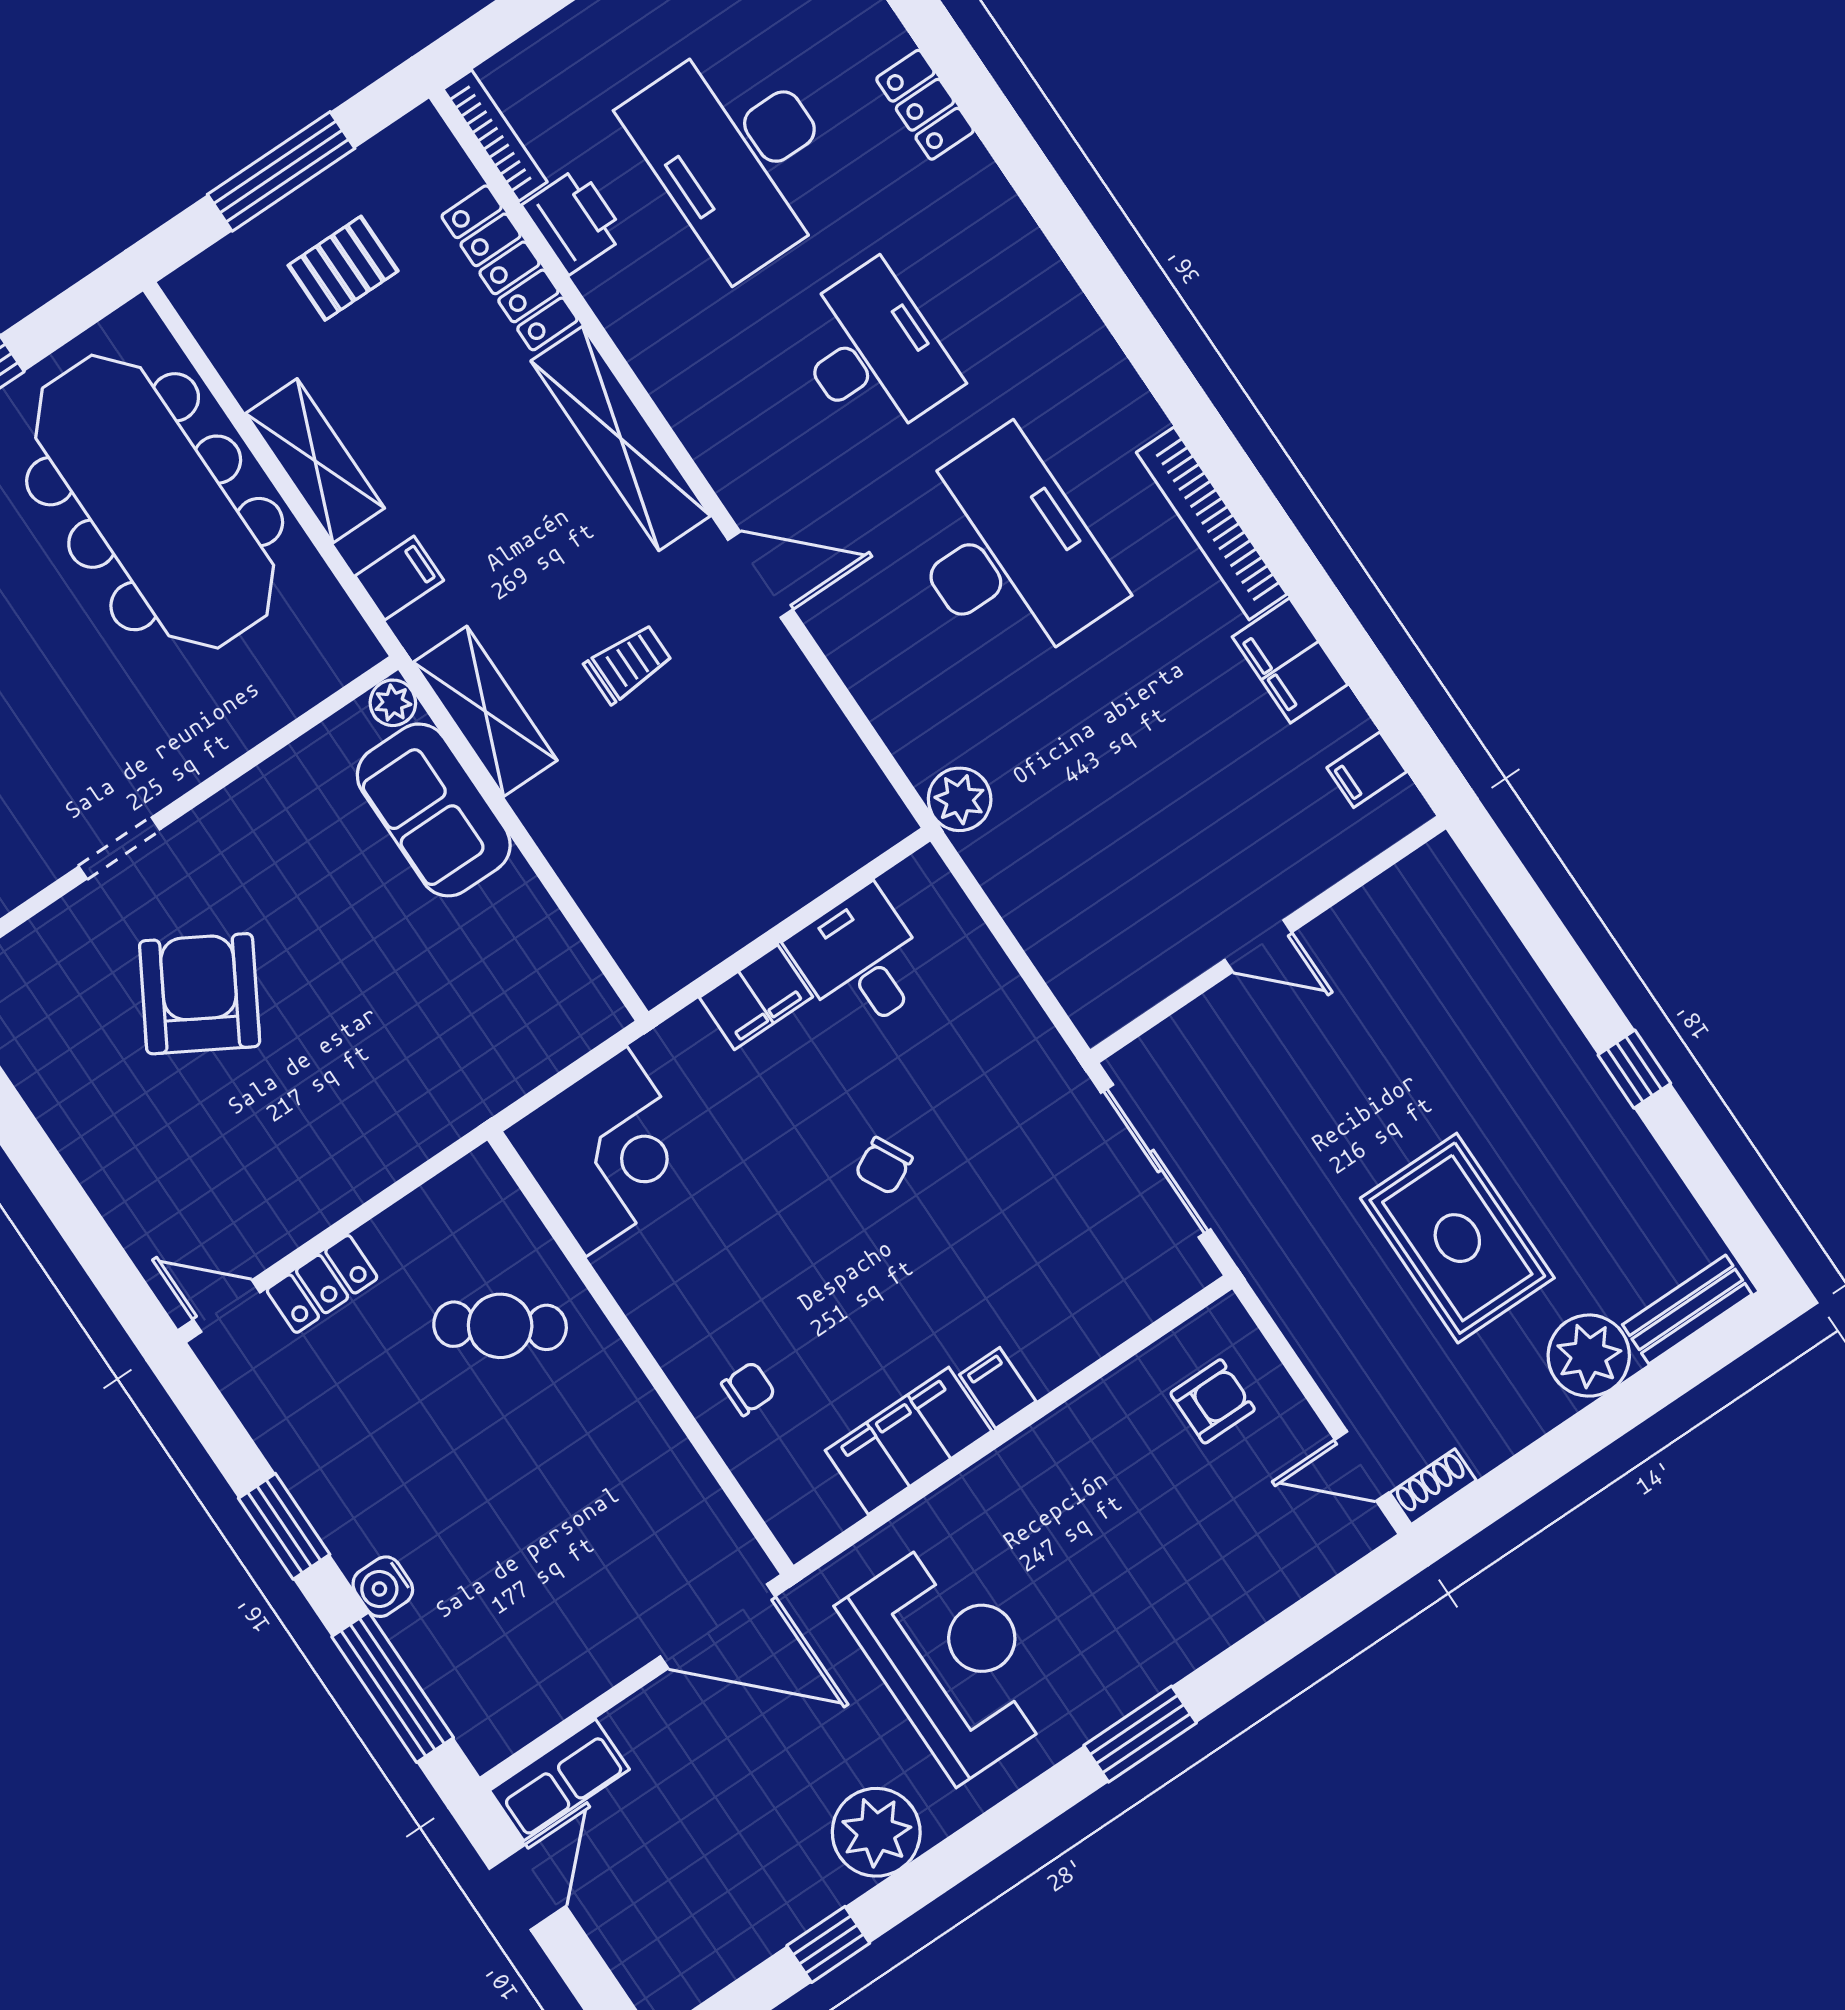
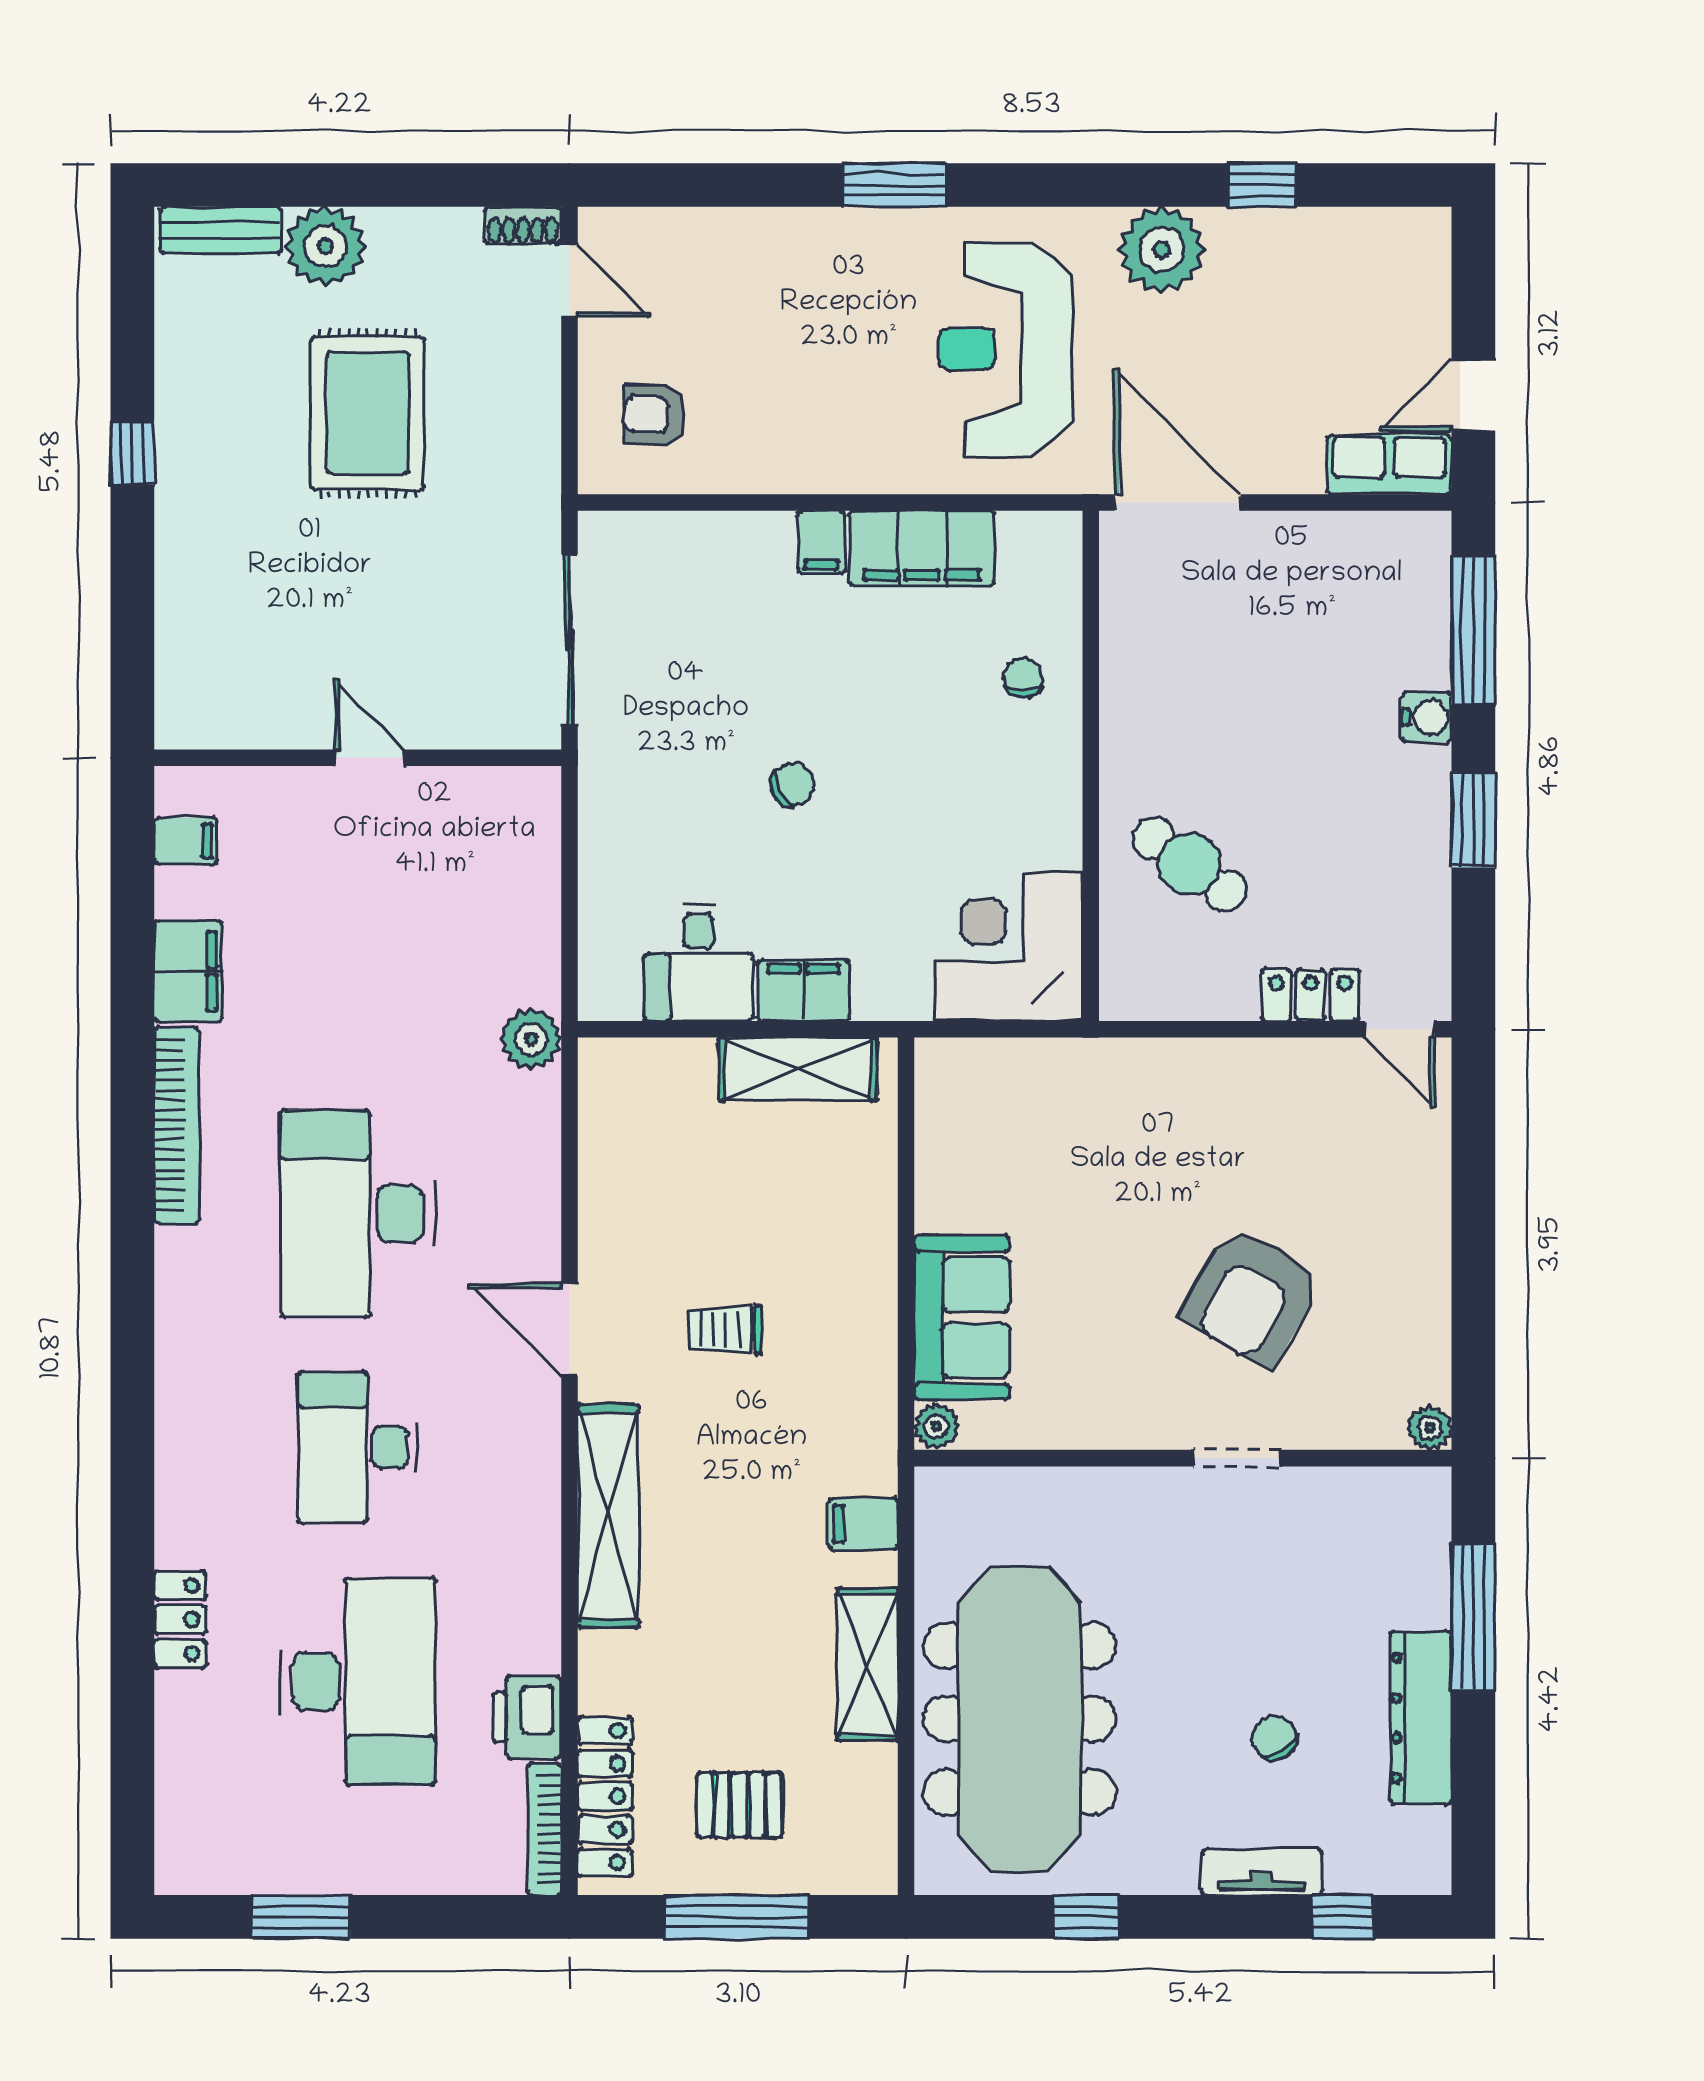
locker: (509, 268) -> (605, 1797), moved
shelving: (485, 711) -> (798, 1069), moved, turned 90
chair: (748, 1389) -> (1023, 678), turned 90

